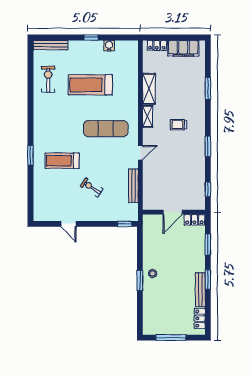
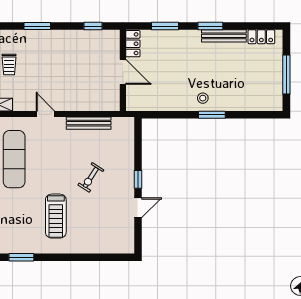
window: (30, 155) -> (21, 257), moved
window: (125, 224) -> (138, 179), moved

